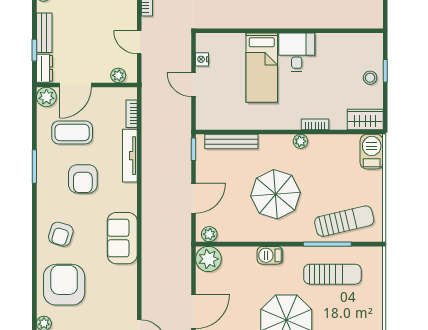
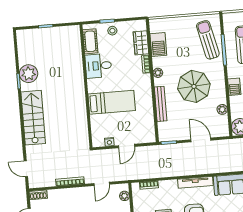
cot: (357, 43) -> (90, 41), added
desk: (297, 52) -> (98, 66), moved
wardrobe: (365, 119) -> (141, 43), moved
bench: (231, 142) -> (161, 104), moved
barbecue: (372, 152) -> (158, 45), moved, turned -90
tv unit: (130, 156) -> (195, 182), moved
plant: (209, 234) -> (222, 109), moved

